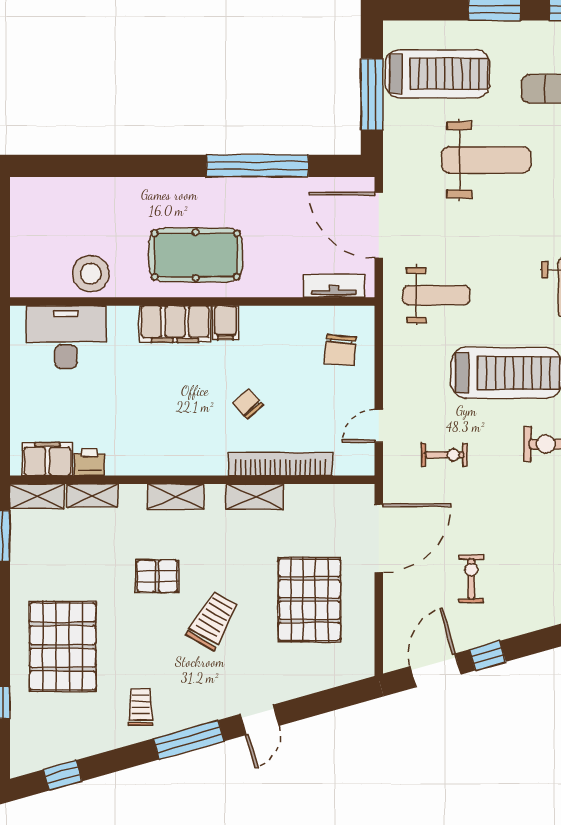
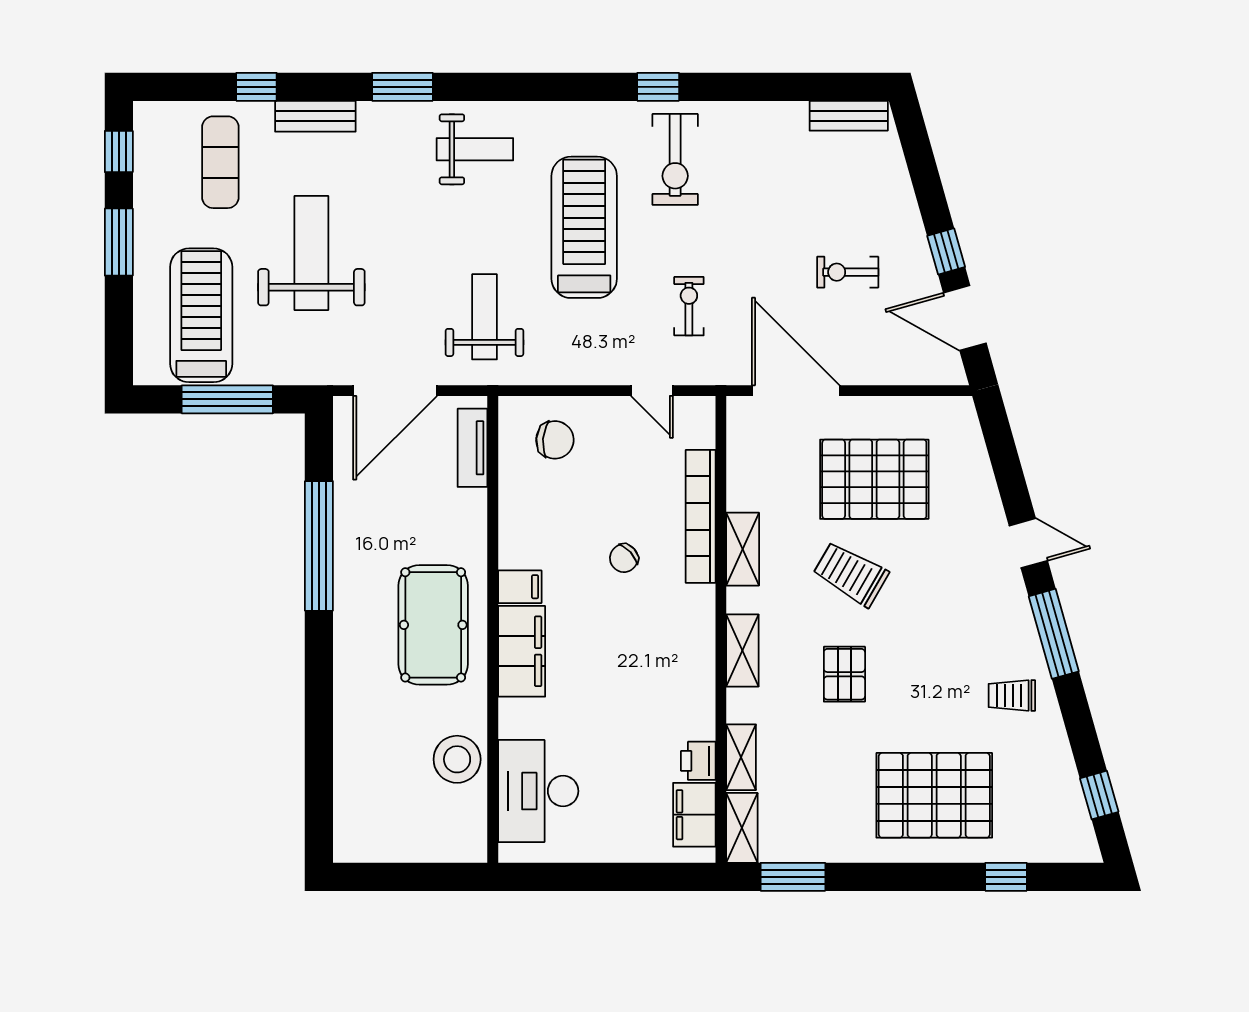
trolley: (213, 621) -> (851, 574), moved

